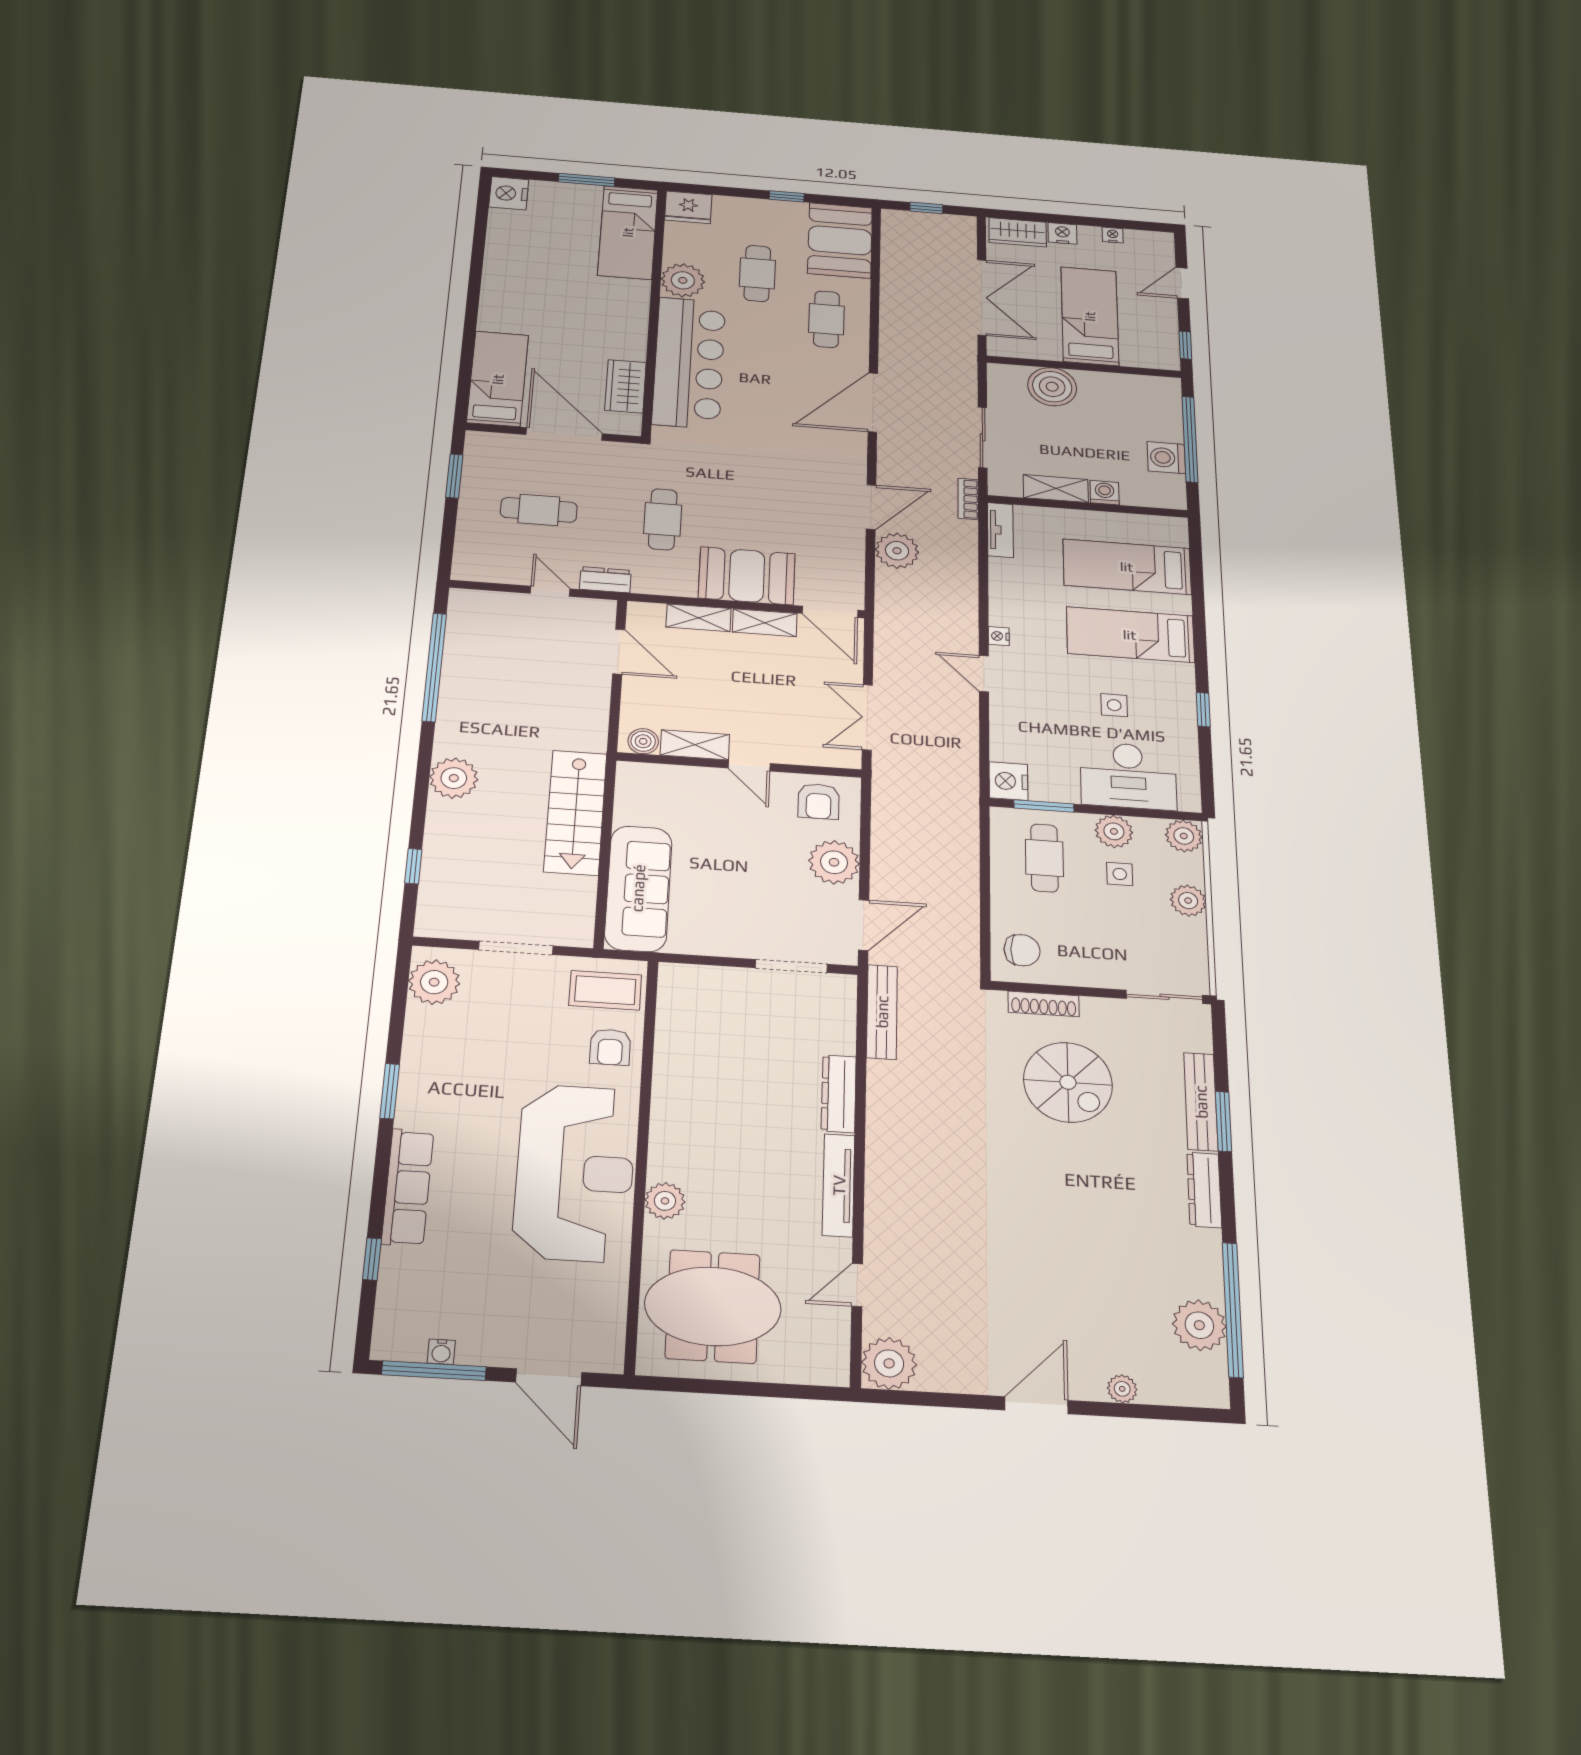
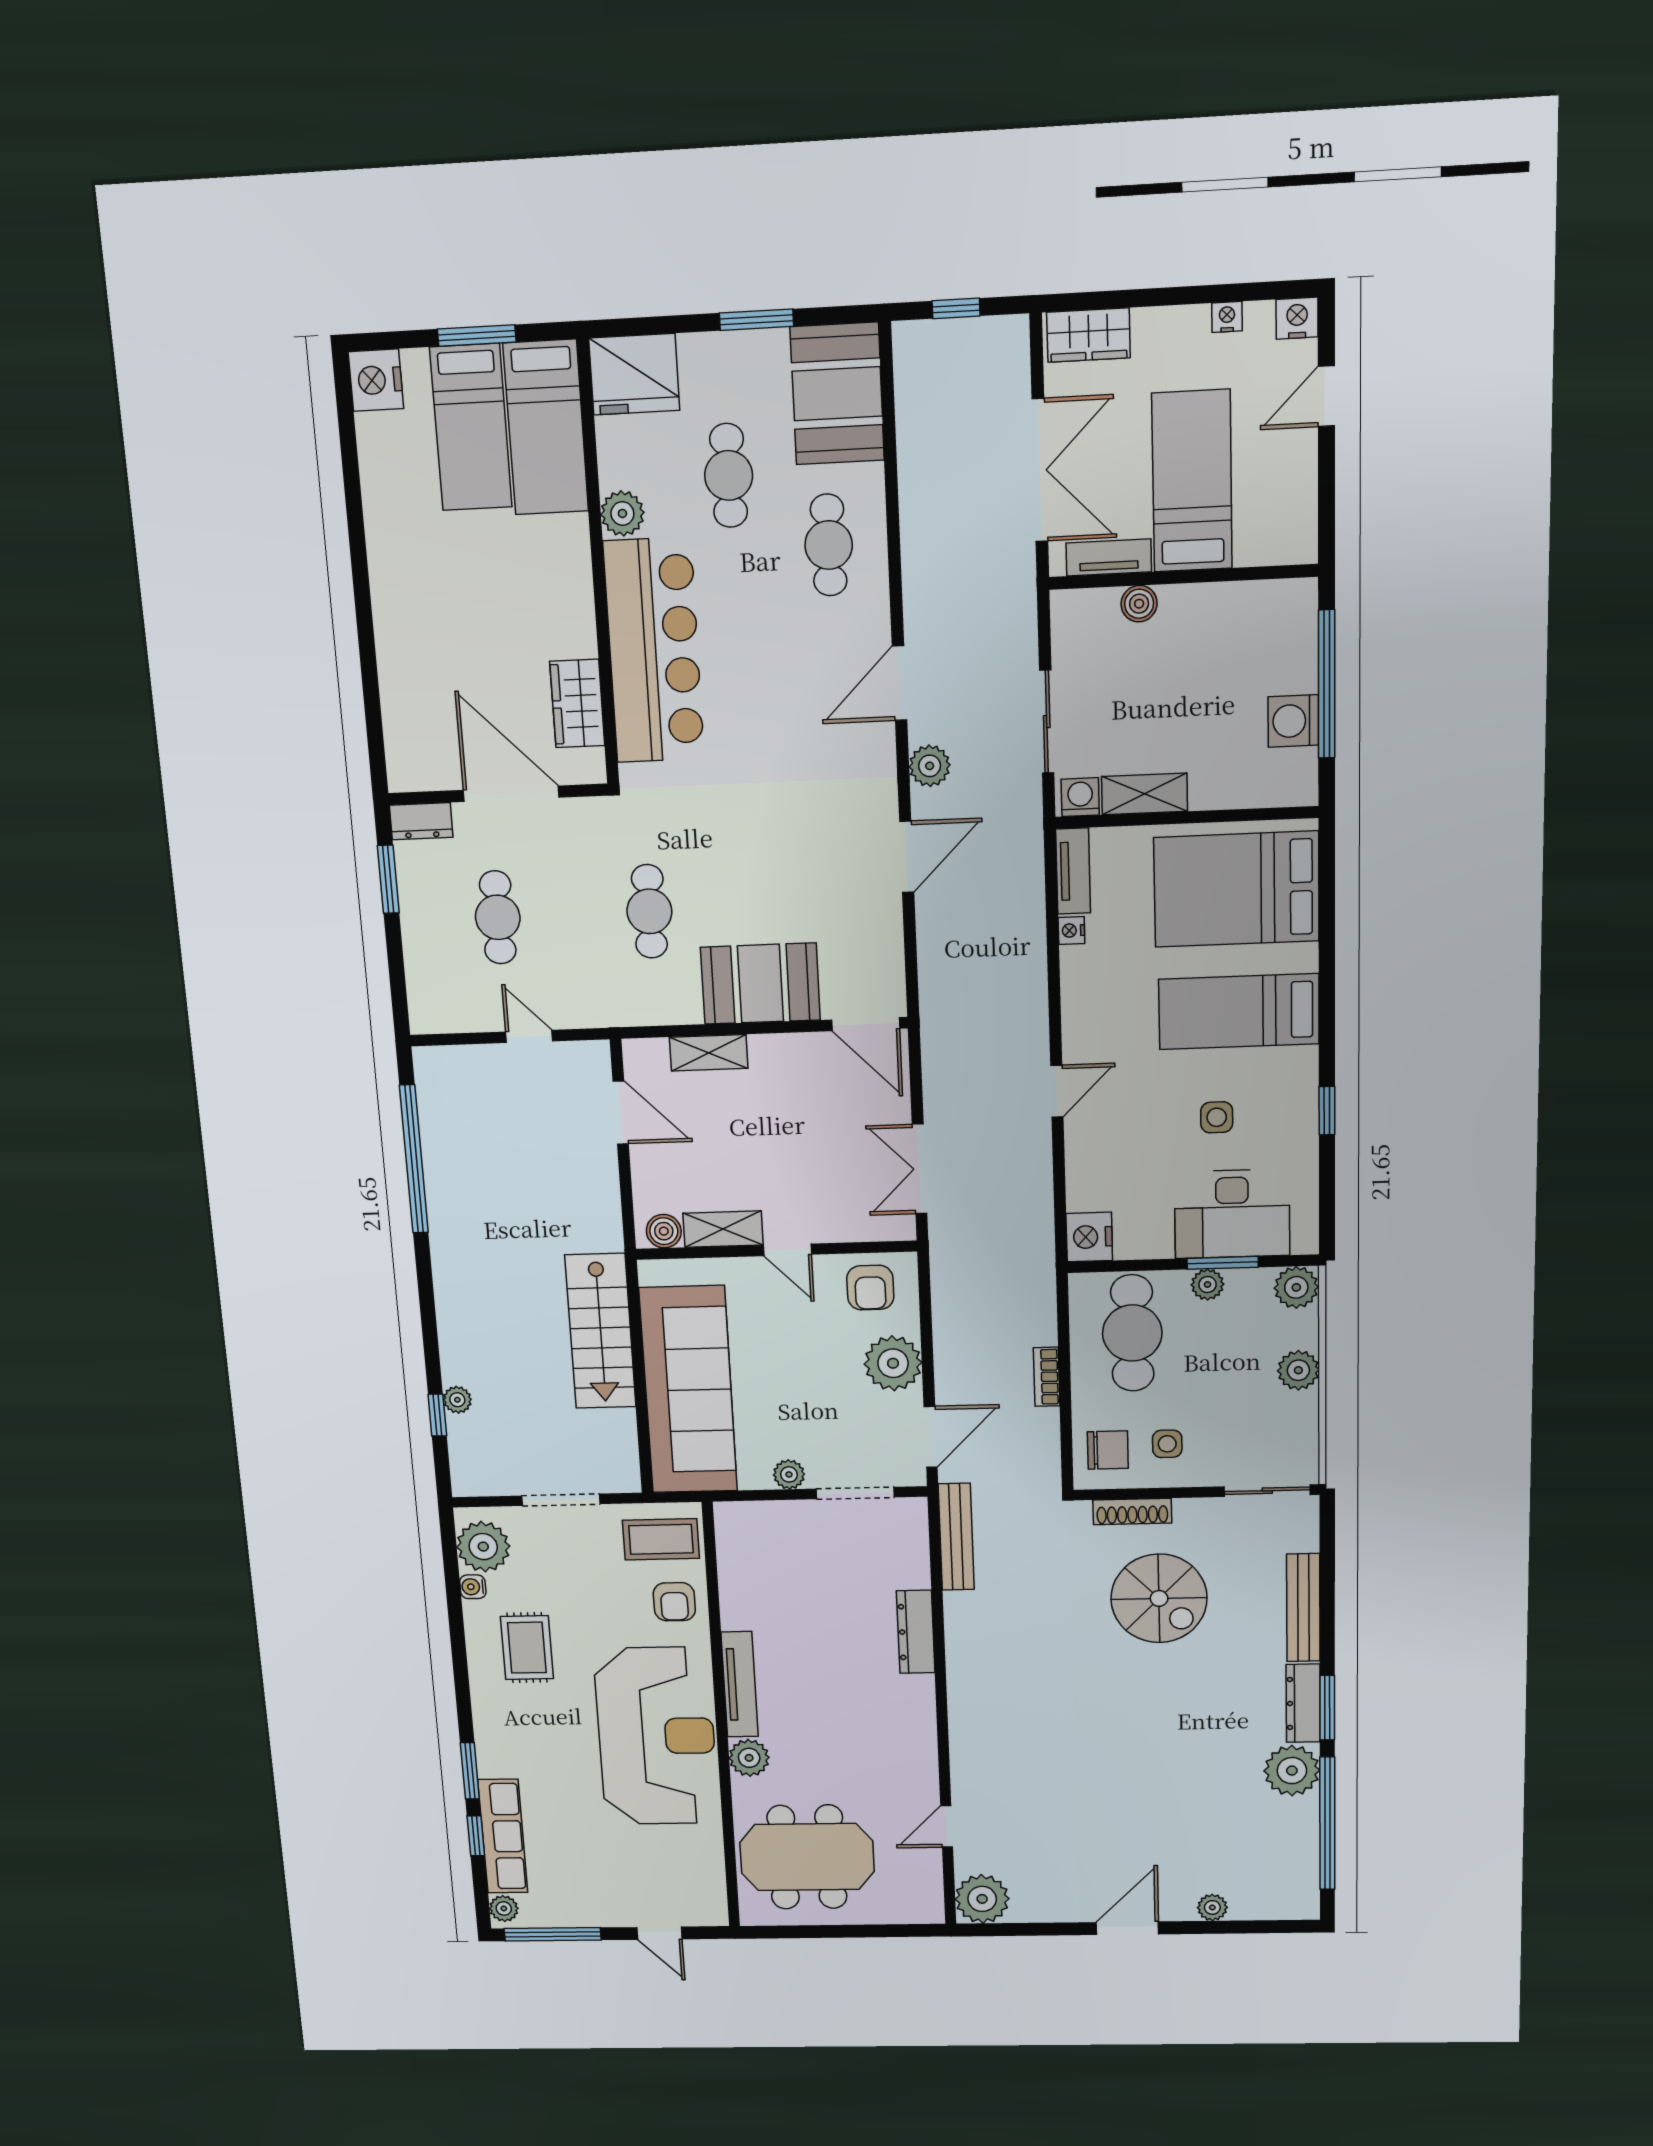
window: (787, 196) -> (756, 320), width x1.50
fridge: (688, 207) -> (634, 374), width x1.36, depth x1.34
nightstand: (1062, 233) -> (1297, 318), moved
plant: (683, 280) -> (622, 513), width x0.73, depth x0.73
window: (1185, 345) -> (1327, 515), removed
tv unit: (1030, 350) -> (1109, 557), added
bed: (498, 379) -> (471, 427), moved, turned 180
boiler: (1052, 387) -> (1139, 604), width x0.54, depth x0.54
door: (873, 402) -> (900, 683), width x0.73
washing machine: (1105, 493) -> (1080, 797), moved
bookcase: (968, 499) -> (1047, 1377), moved
cafe table: (539, 510) -> (498, 917), turned 90
plant: (897, 551) -> (930, 766), moved, width x0.73, depth x0.73
bed: (1127, 567) -> (1236, 889), width x1.50
dresser: (605, 580) -> (421, 821), moved, turned 180
shelving: (765, 623) -> (788, 1050), removed
nightstand: (999, 636) -> (1071, 930), moved
door: (984, 674) -> (1057, 1091), swing flipped
plant: (454, 778) -> (457, 1400), moved, width x0.53, depth x0.53
window: (1044, 806) -> (1223, 1263), moved
plant: (1114, 831) -> (1207, 1284), width x0.73, depth x0.73
cafe table: (1044, 858) -> (1132, 1333), width x1.37, depth x1.35
side table: (1120, 874) -> (1167, 1444), moved
sofa: (638, 888) -> (688, 1390), width x1.36, depth x1.27
plant: (732, 945) -> (789, 1474), added
rug: (459, 1077) -> (527, 1648), added
window: (390, 1091) -> (470, 1771), moved
window: (1224, 1121) -> (1327, 1708), moved
tv unit: (839, 1185) -> (740, 1684), moved, turned 180
row of seats: (408, 1187) -> (503, 1836), moved
plant: (1199, 1325) -> (1292, 1771), moved
plant: (387, 1339) -> (504, 1908), added
water cooler: (441, 1352) -> (473, 1587), moved, turned 90
door: (549, 1377) -> (659, 1933), width x0.73

